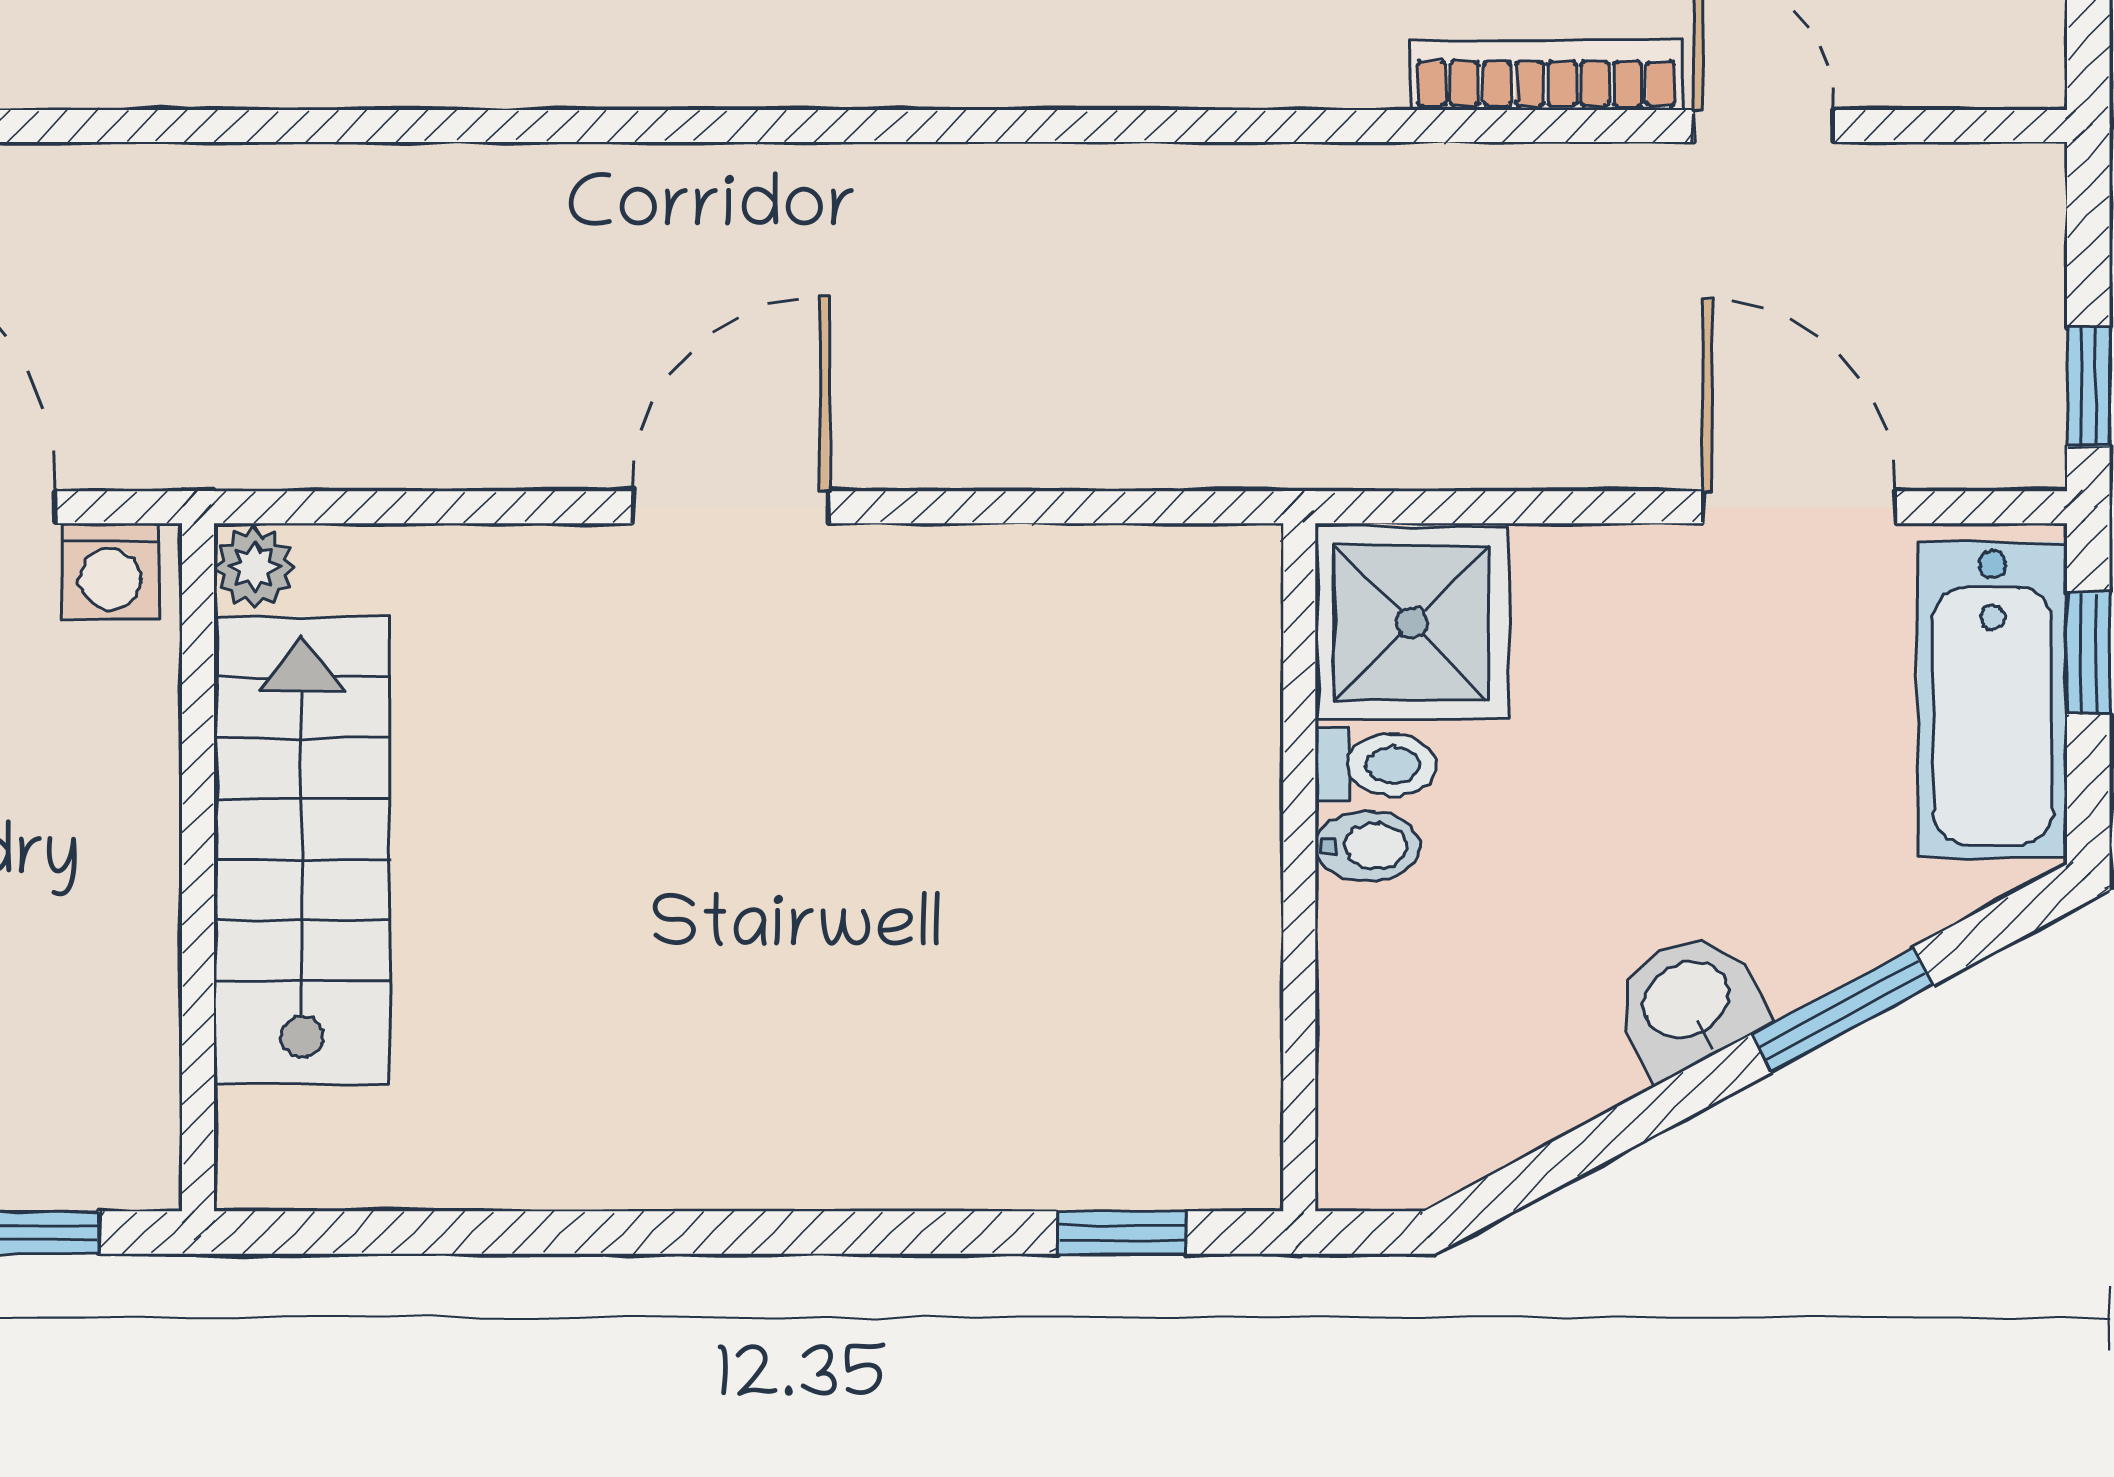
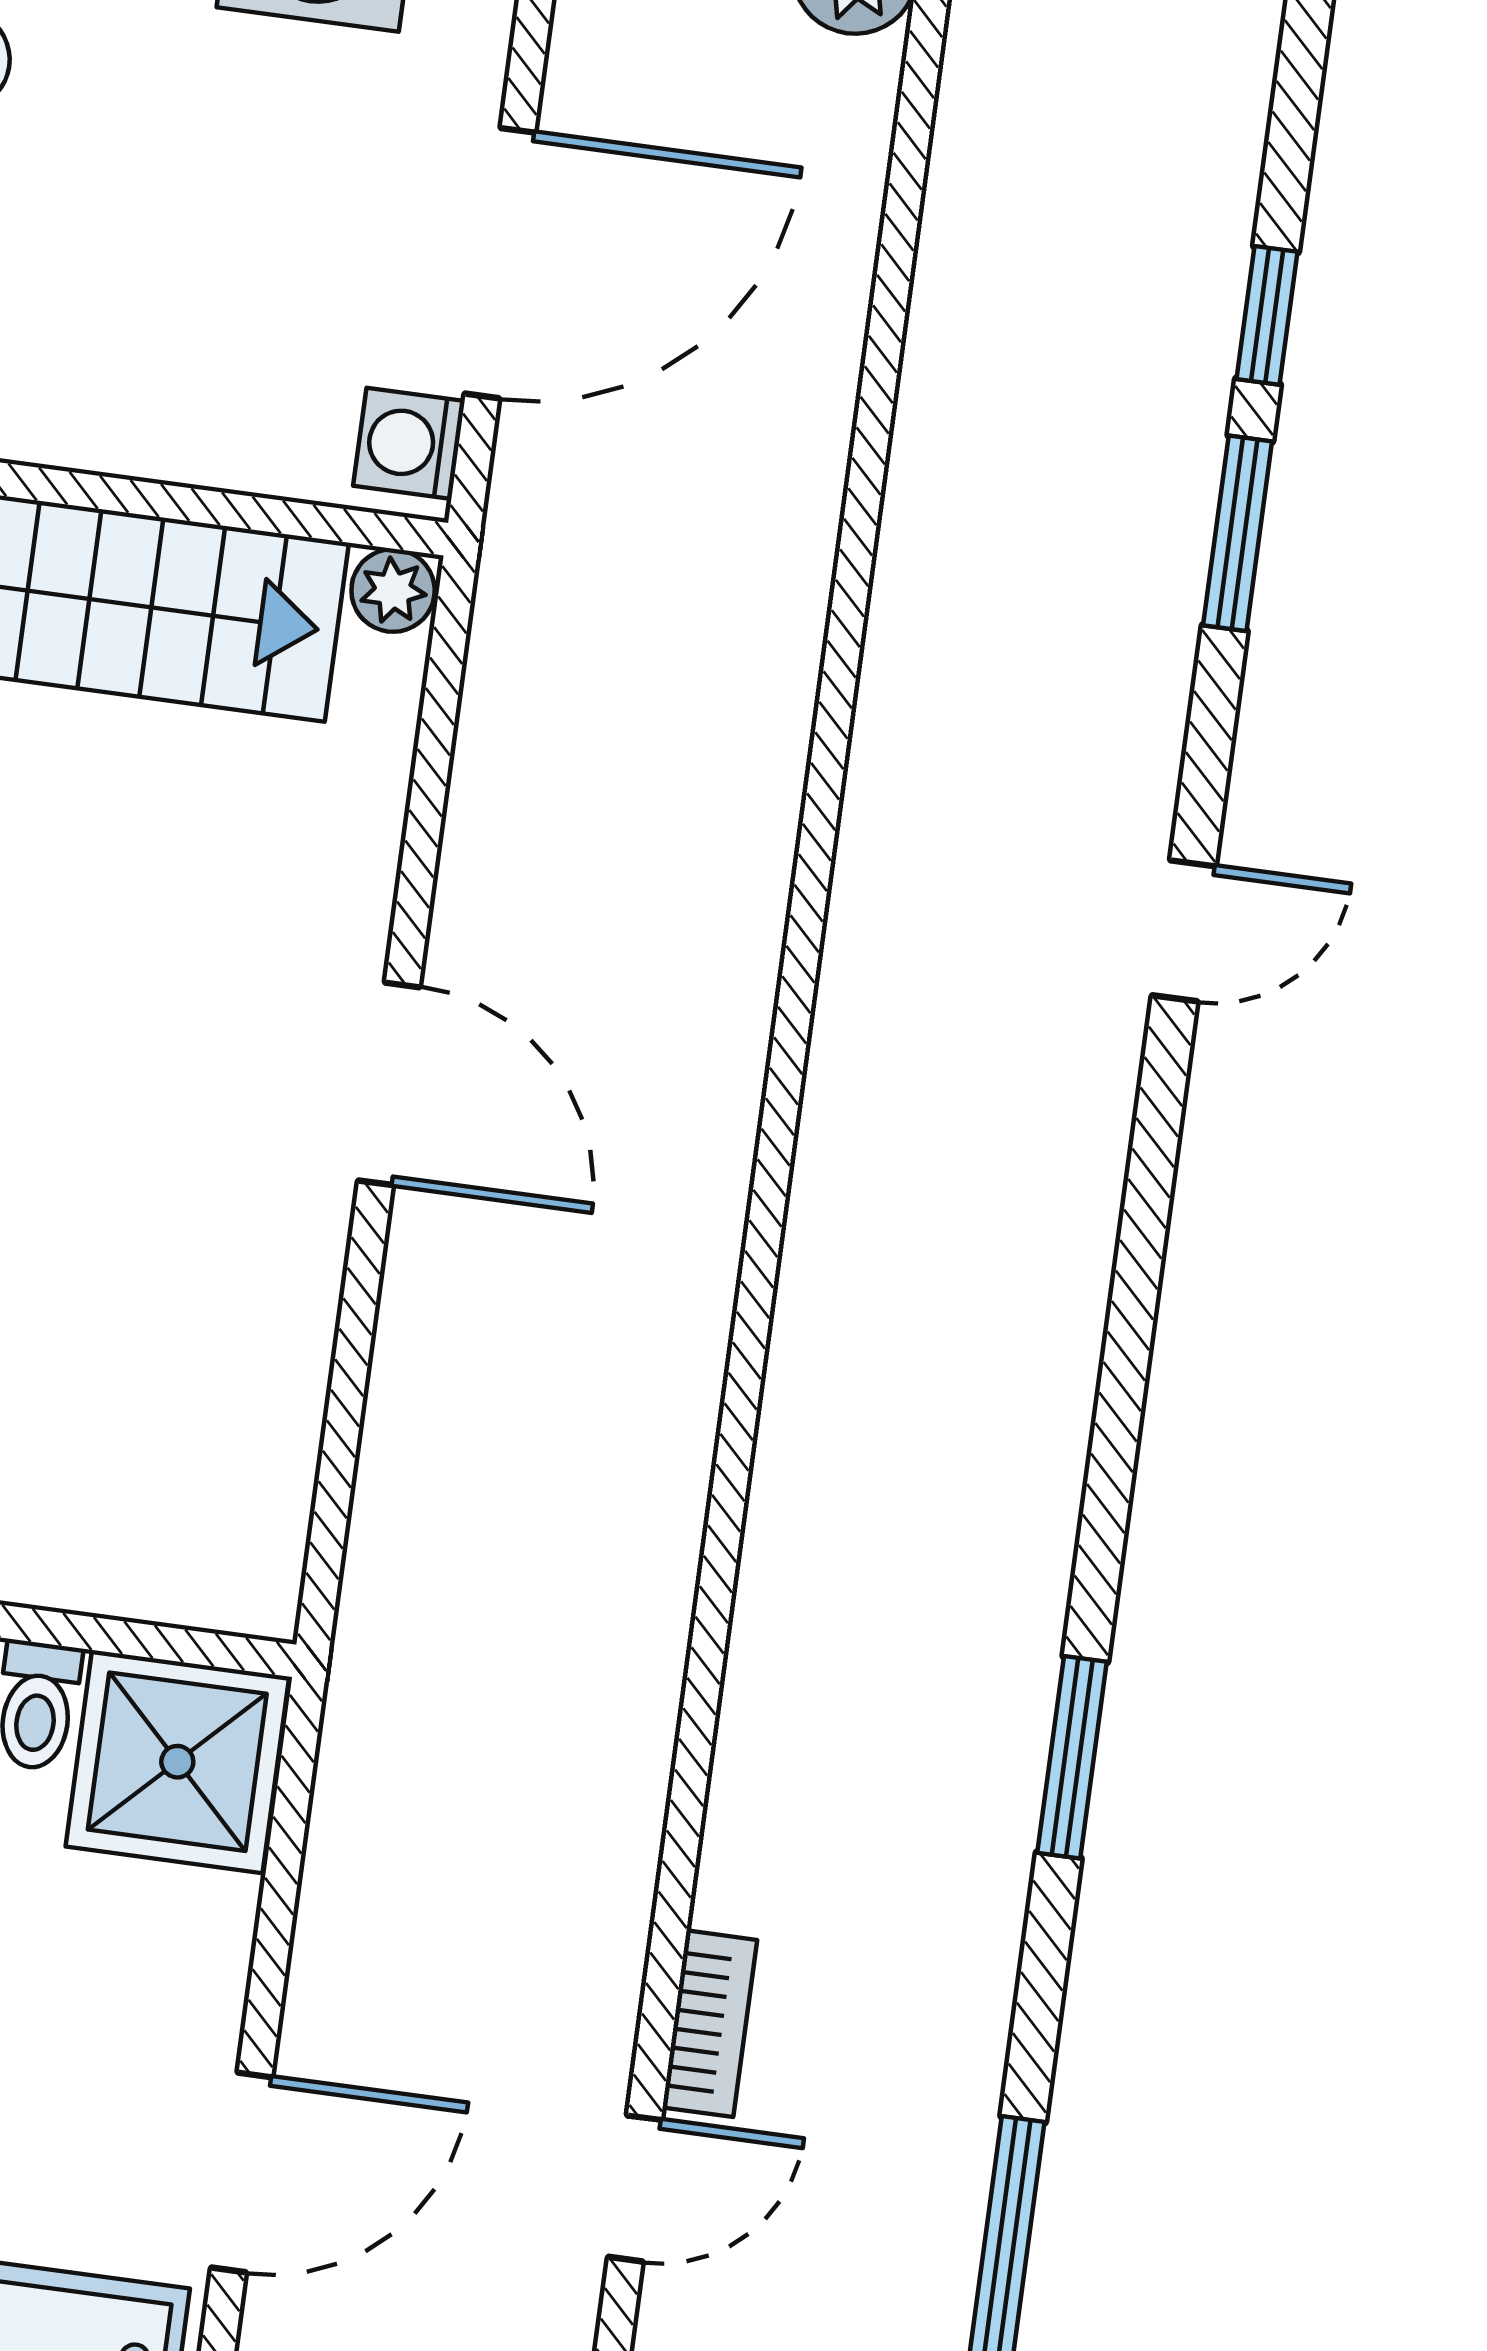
bookcase: (1546, 75) -> (710, 2024), width x0.64

